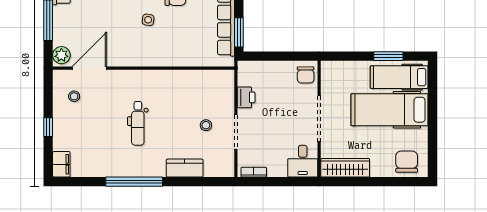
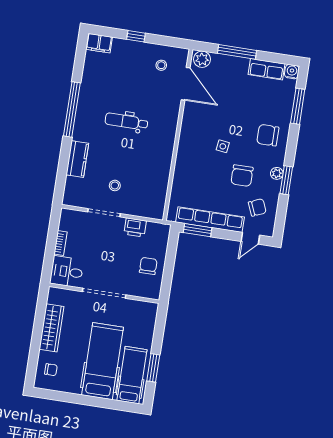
chair: (306, 75) -> (148, 266), moved, turned 91
chair: (407, 162) -> (51, 370), width x0.54, depth x0.54
wardrobe: (345, 168) -> (51, 328), moved
bookcase: (254, 172) -> (60, 243), moved

